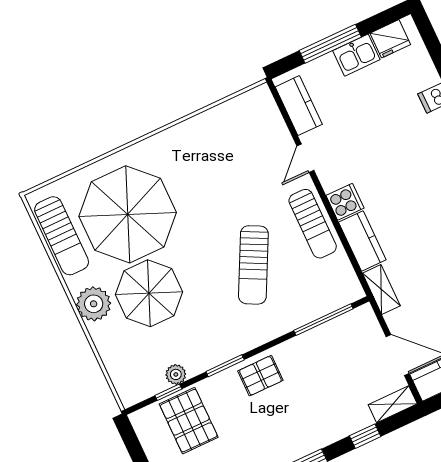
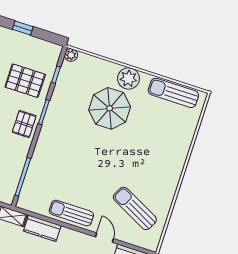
cooker: (345, 202) -> (68, 237), removed
parasol: (128, 214) -> (155, 132), removed
sun lounger: (253, 265) -> (135, 208), moved
plant: (176, 374) -> (71, 55), moved
pallet: (189, 421) -> (25, 81), moved

